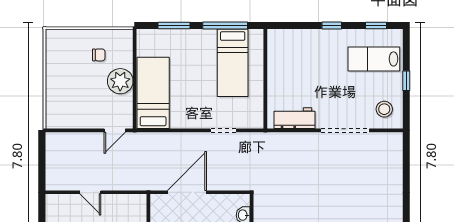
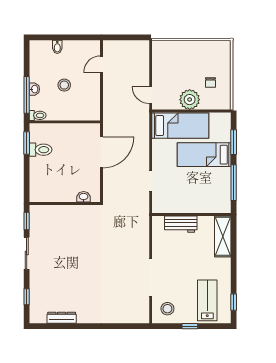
window: (332, 26) -> (234, 267), removed
shelving: (293, 39) -> (223, 236), added
bed: (233, 63) -> (204, 155), moved
workbench: (294, 118) -> (181, 224), moved, turned 90
door: (90, 192) -> (102, 64), moved
door: (187, 192) -> (102, 152), hinge flipped

